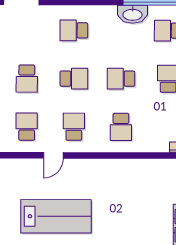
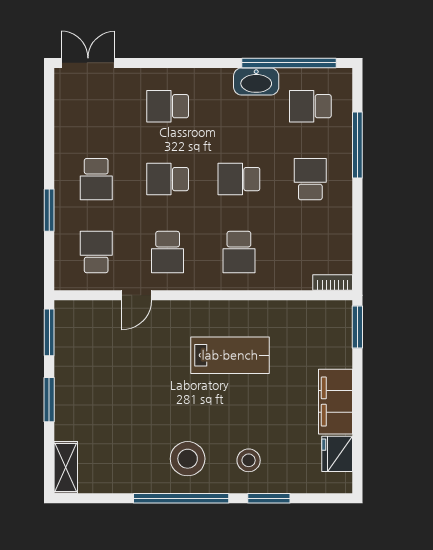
school desk: (74, 79) -> (168, 179), turned 180
school desk: (74, 127) -> (168, 252), turned 180
lab bench: (56, 216) -> (230, 355), moved, width x0.73, depth x0.72

